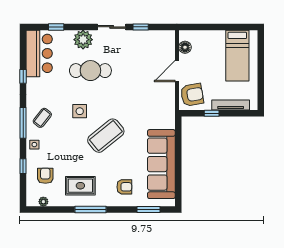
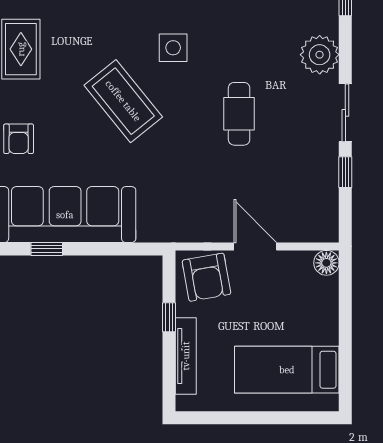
floor lamp: (185, 47) -> (326, 263), moved
cafe table: (90, 71) -> (239, 114), moved, width x0.73, depth x0.74
window: (178, 173) -> (47, 249), added

